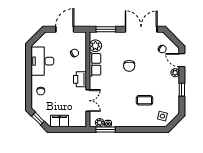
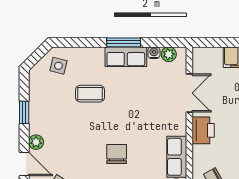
double door: (88, 101) -> (189, 93), swing flipped
row of seats: (124, 121) -> (126, 57), added
window: (106, 129) -> (124, 42), moved

